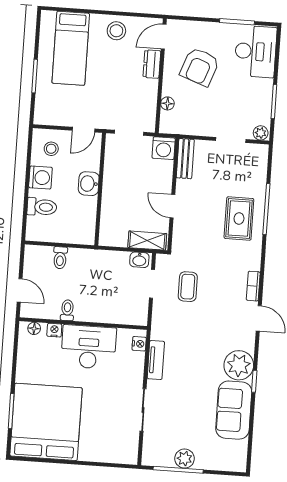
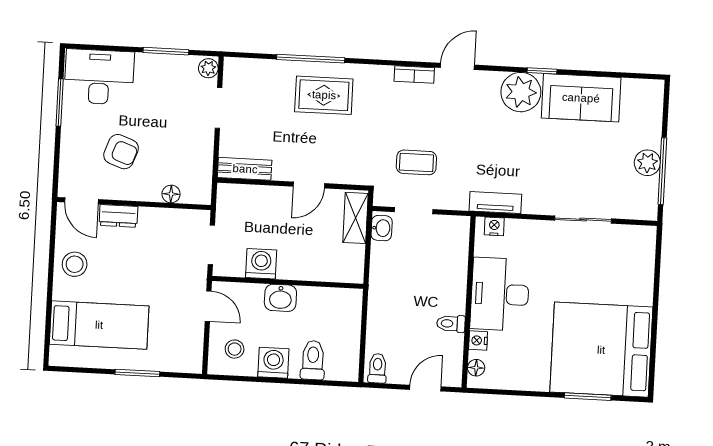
armchair: (200, 67) -> (121, 152), width x0.72, depth x0.72
washing machine: (164, 148) -> (261, 264), moved, turned -90
toilet: (60, 258) -> (377, 368), moved, turned -90
tv unit: (156, 360) -> (495, 203), moved

